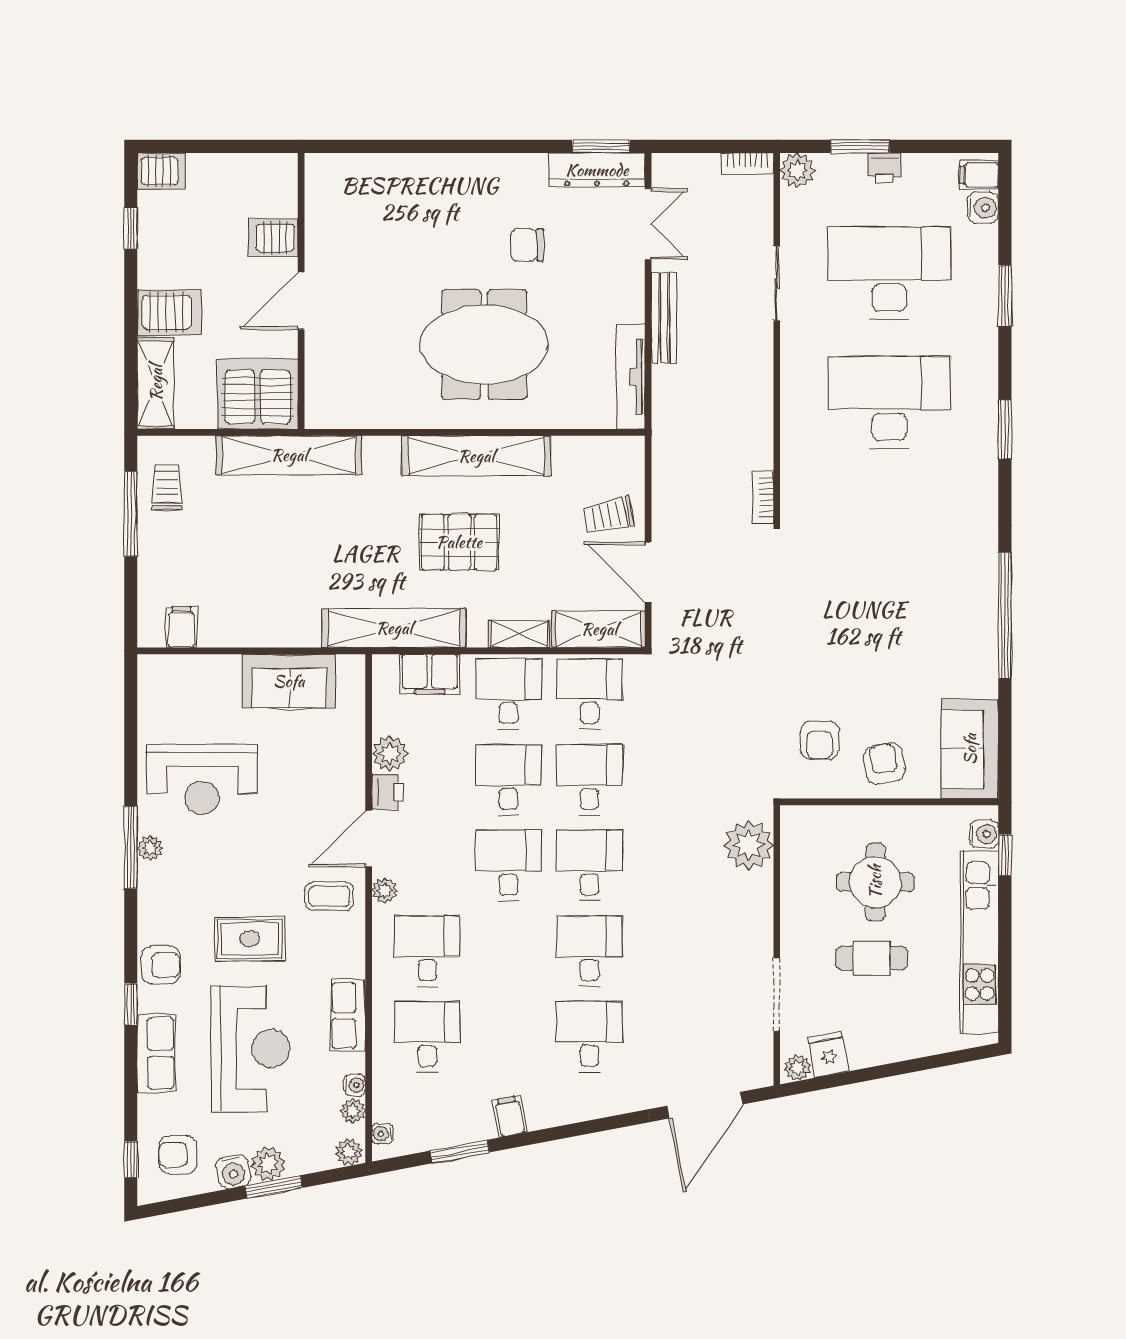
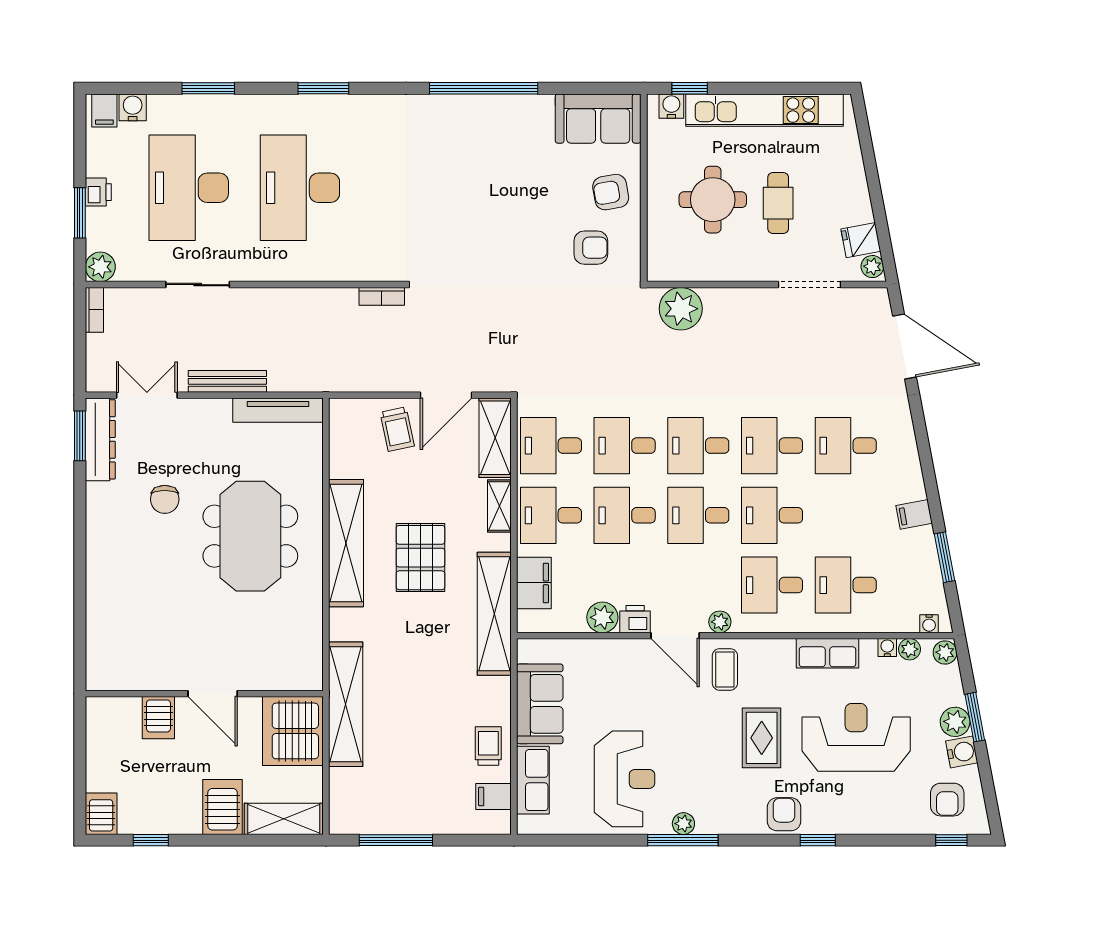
trolley: (167, 487) -> (488, 746), moved, turned 90
desk: (508, 951) -> (772, 515), added
row of seats: (156, 1053) -> (533, 780), moved, turned 90

